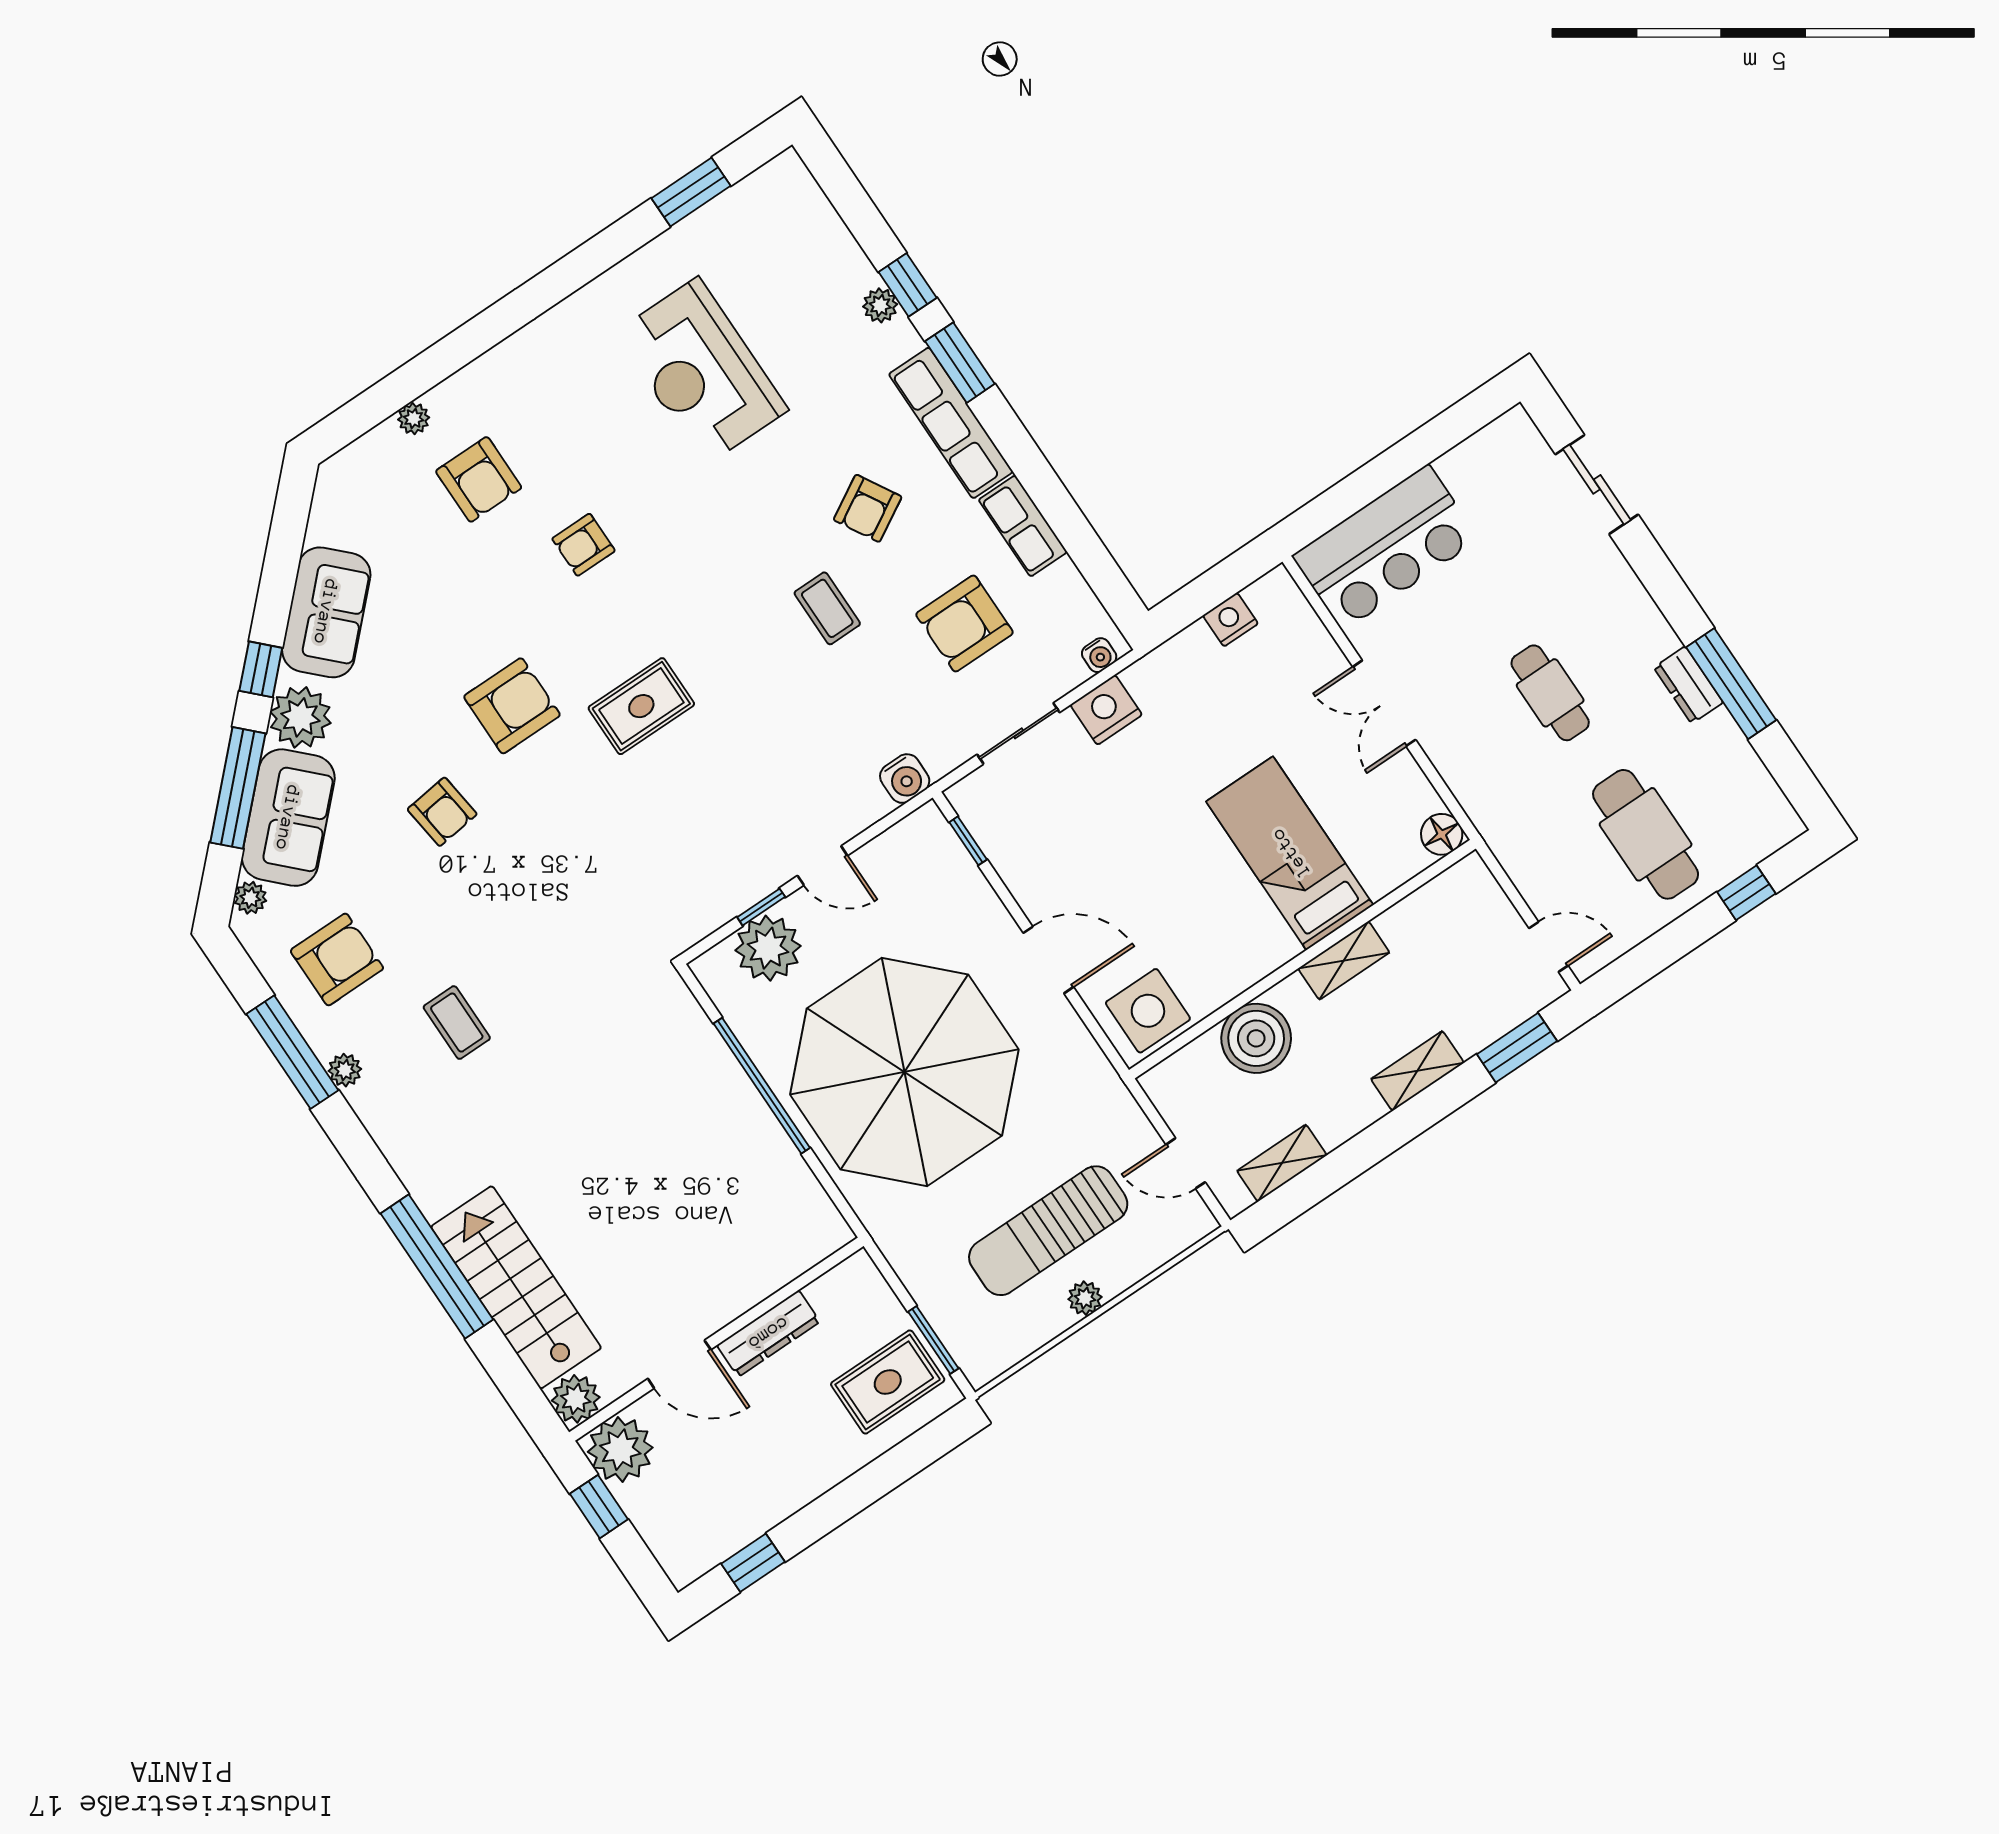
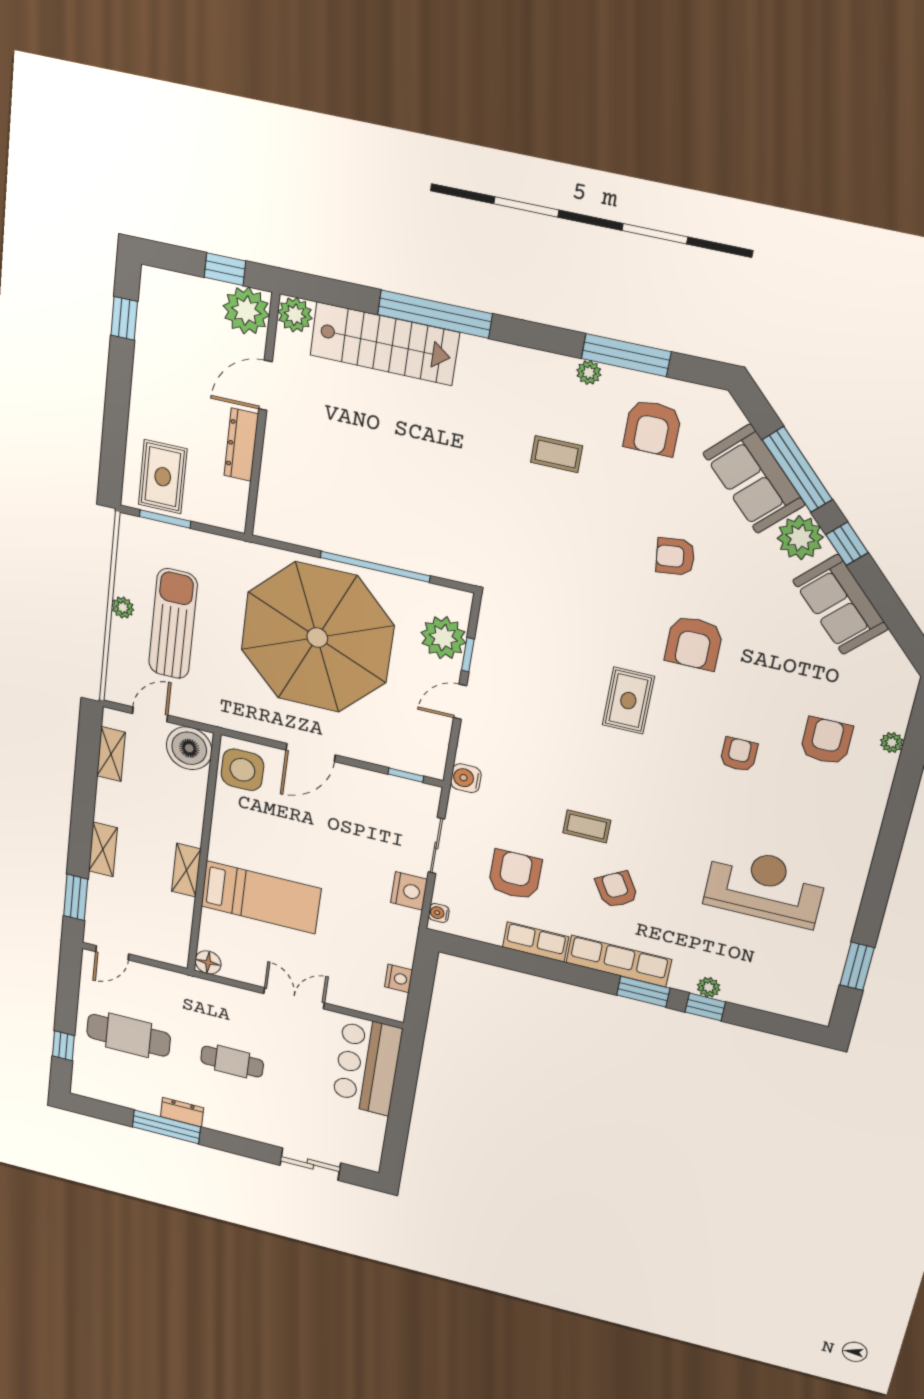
armchair: (479, 479) -> (826, 741), turned 90
plant: (250, 898) -> (732, 417), removed
boiler: (1256, 1038) -> (189, 748), moved

